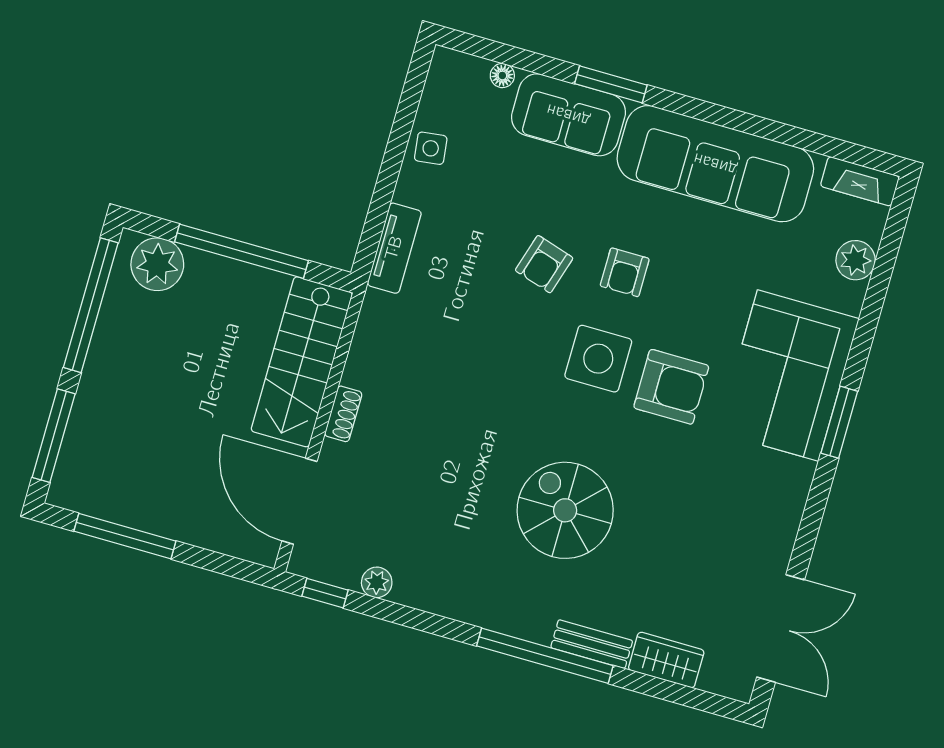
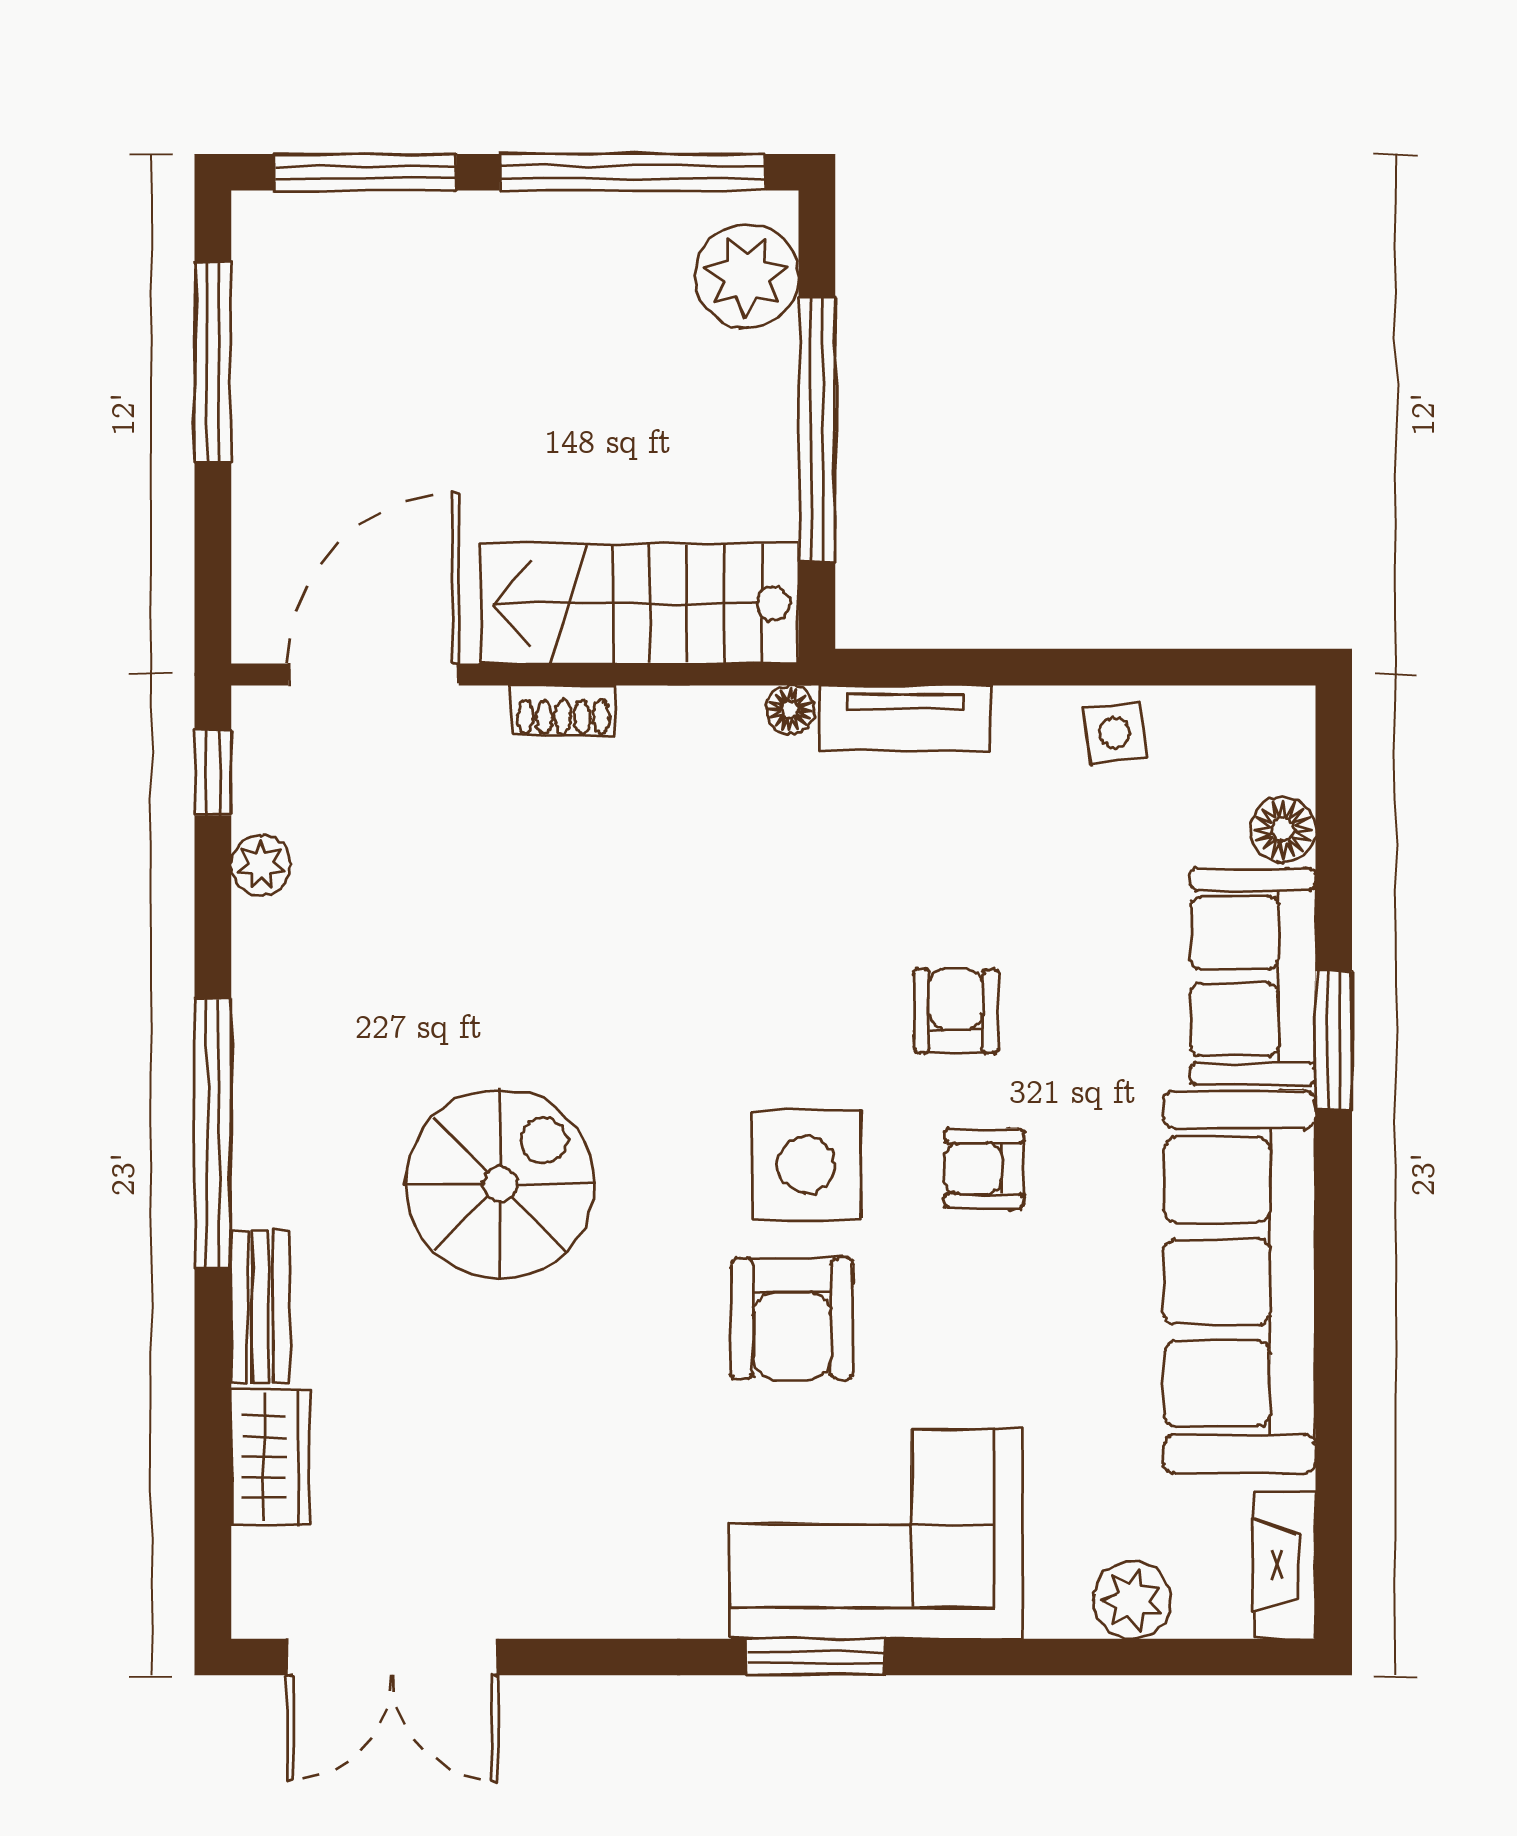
floor lamp: (502, 76) -> (1283, 830), width x1.37, depth x1.37
armchair: (544, 264) -> (956, 1011), turned 73
floor lamp: (374, 303) -> (790, 710), added
window: (545, 656) -> (213, 1133), moved

